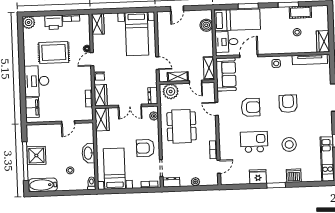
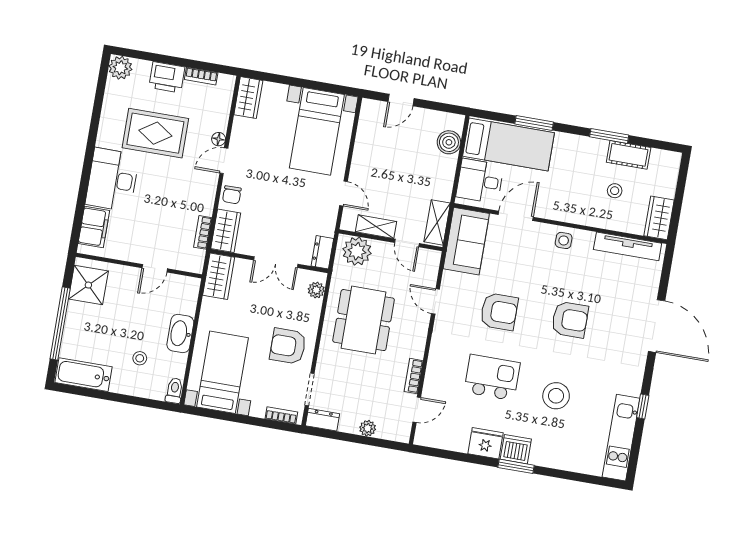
armchair: (288, 104) -> (570, 320), turned 90
shower: (36, 155) -> (88, 285), moved
dishwasher: (294, 176) -> (516, 449), moved

